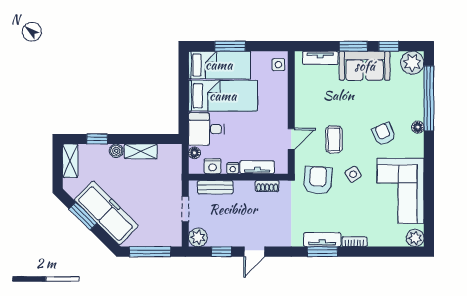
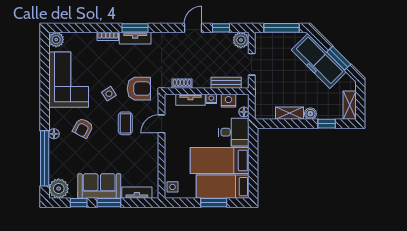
armchair: (384, 134) -> (83, 128), turned 52
armchair: (318, 180) -> (139, 89), turned -94

